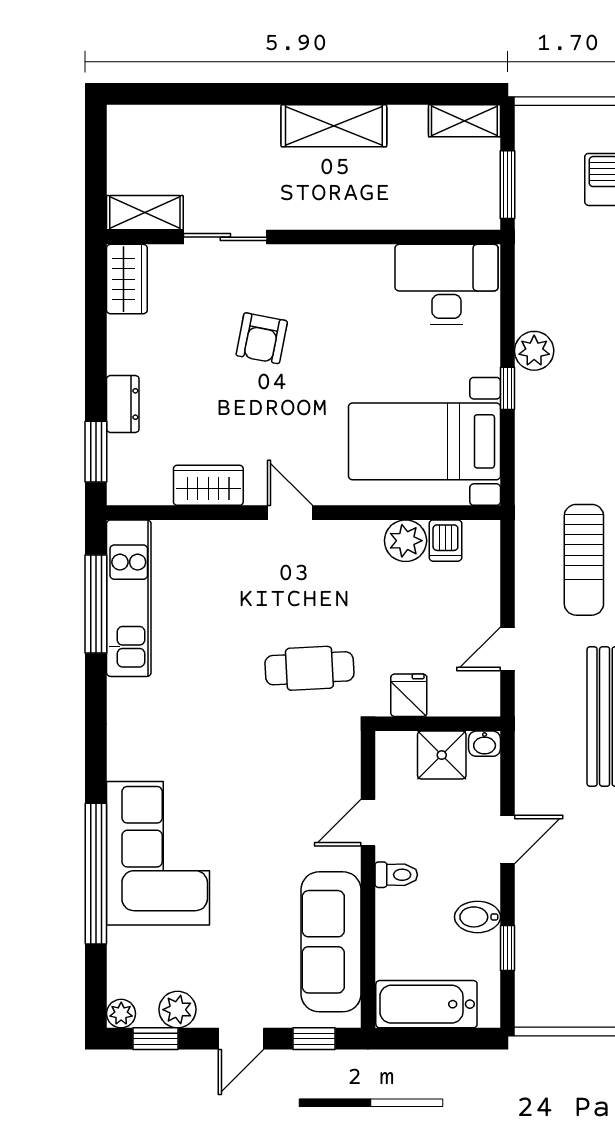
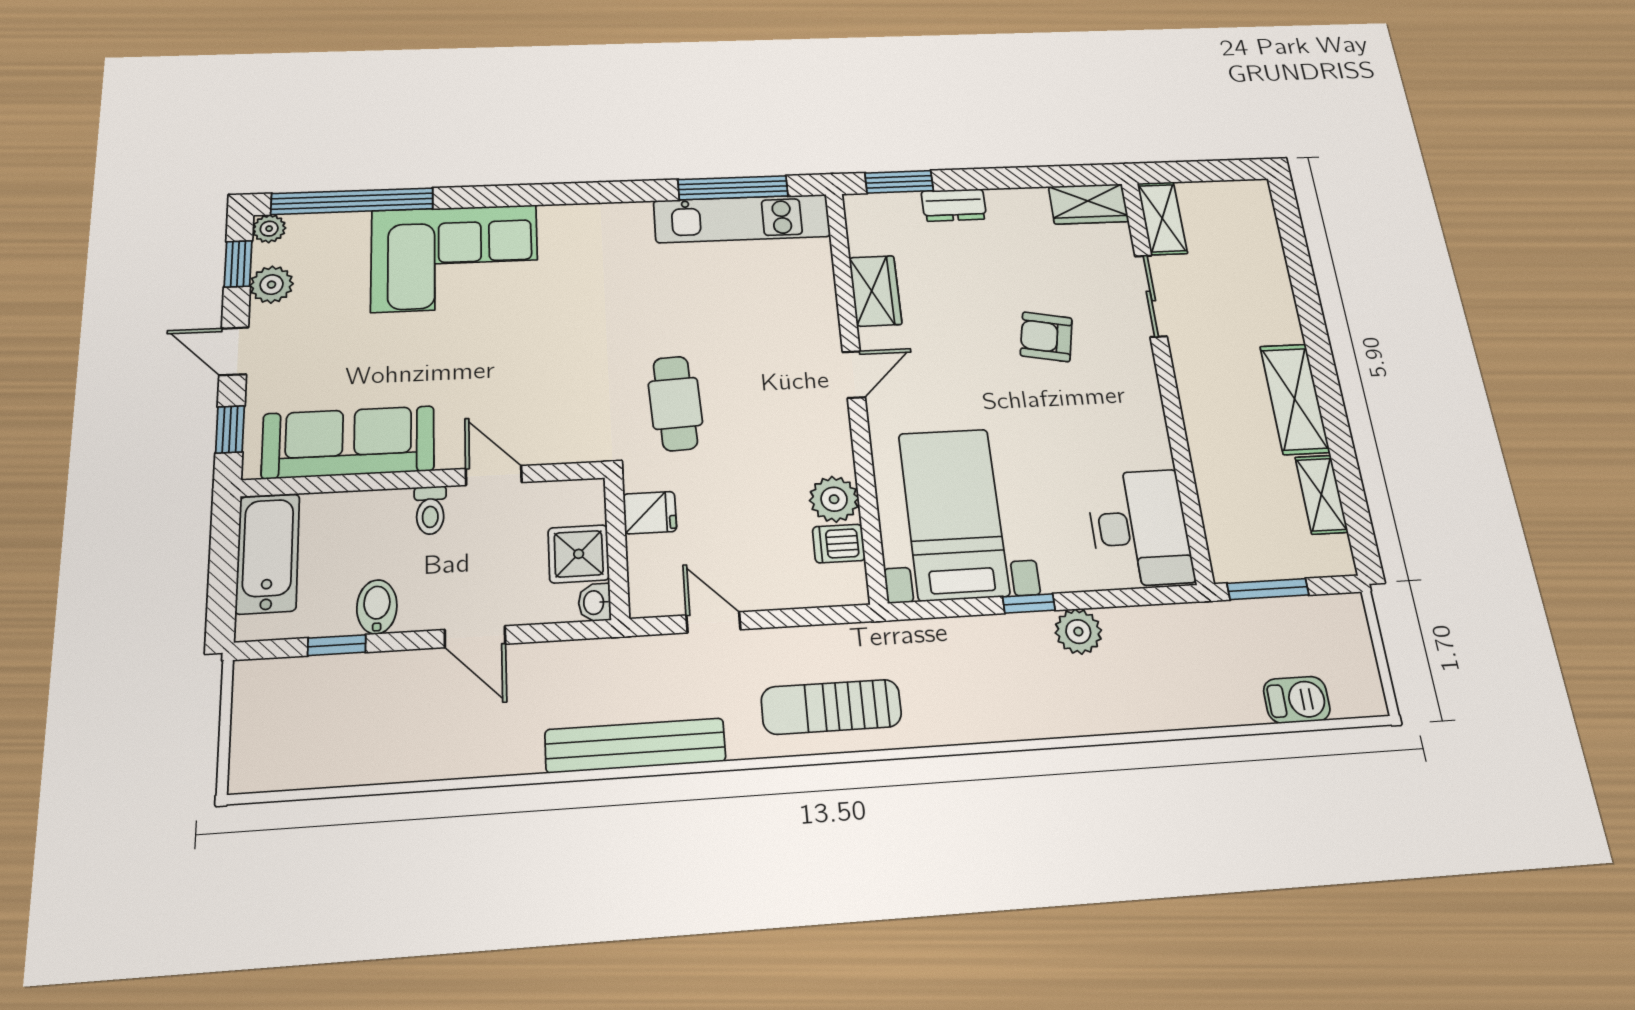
shelving: (464, 121) -> (1321, 495), moved
window: (96, 874) -> (352, 201), moved

